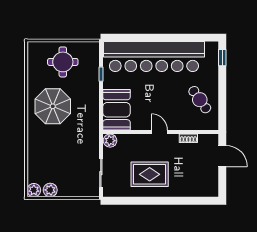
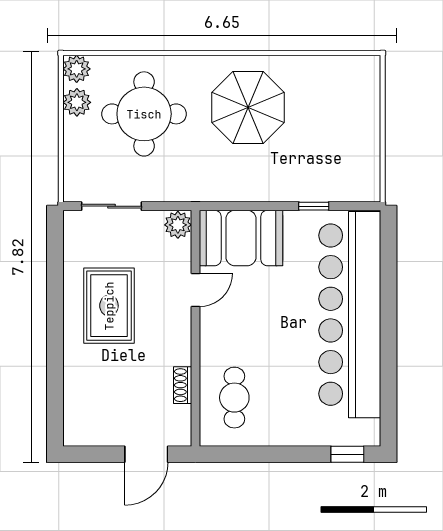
round table: (63, 62) -> (144, 114), moved, width x1.36, depth x1.36
cafe table: (200, 100) -> (234, 398), moved, turned -55
door: (159, 132) -> (195, 290), moved

